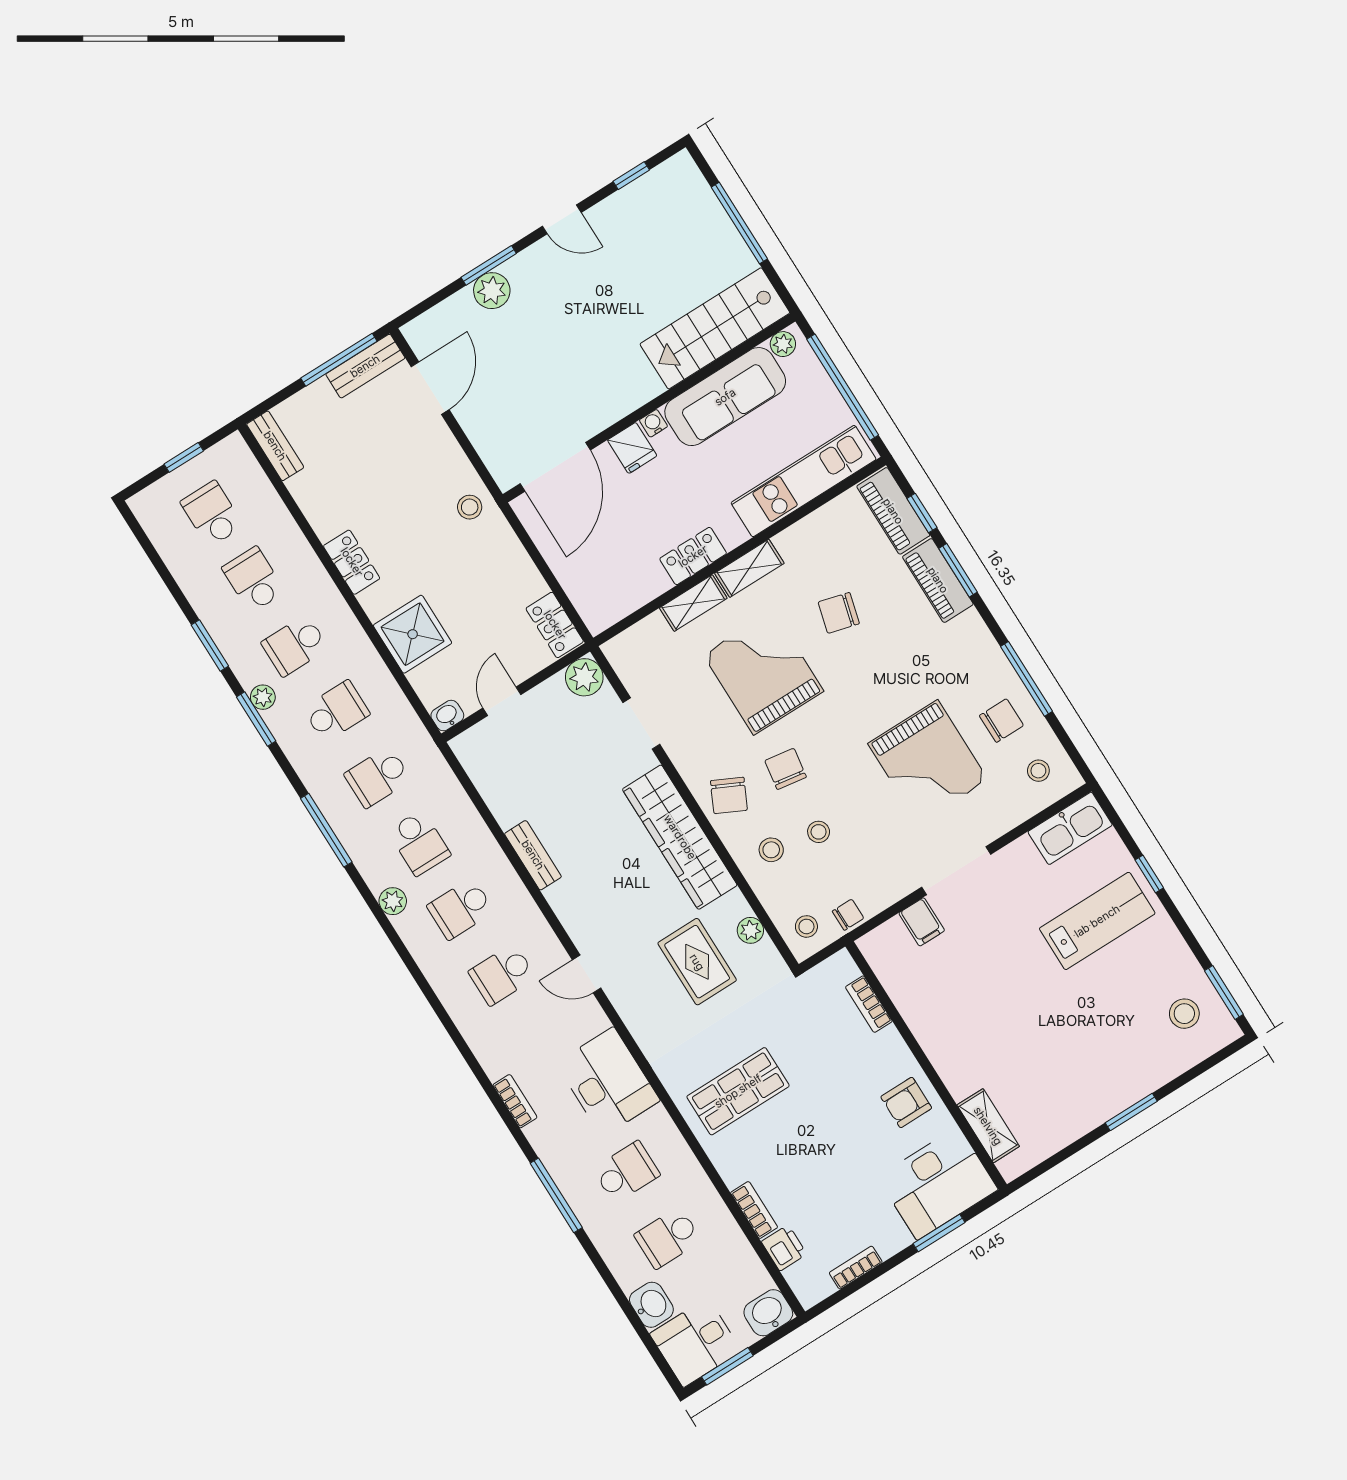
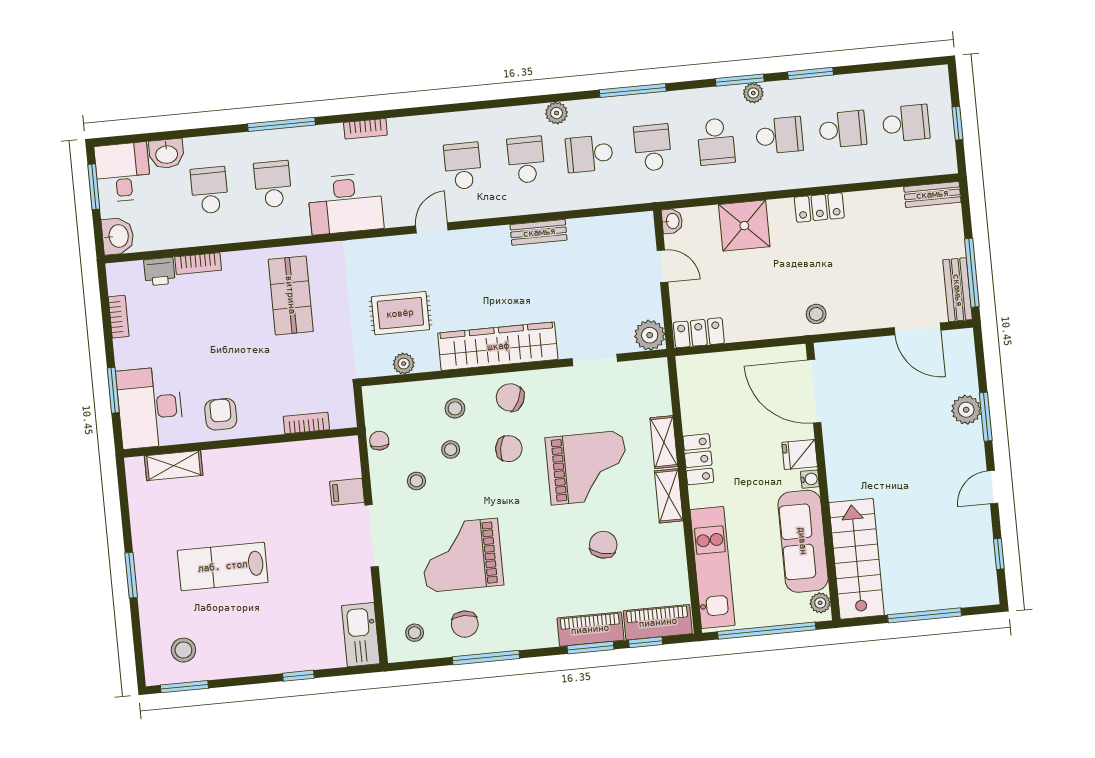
school desk: (295, 645) -> (779, 135), turned 90
chair: (848, 915) -> (379, 441), turned 180
lab bench: (1097, 921) -> (223, 566), moved, turned 90
stool: (806, 926) -> (416, 481), moved
school desk: (626, 1172) -> (273, 184), turned 180

